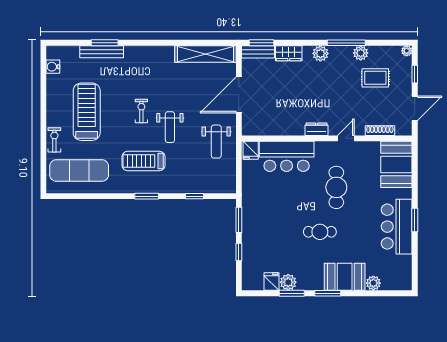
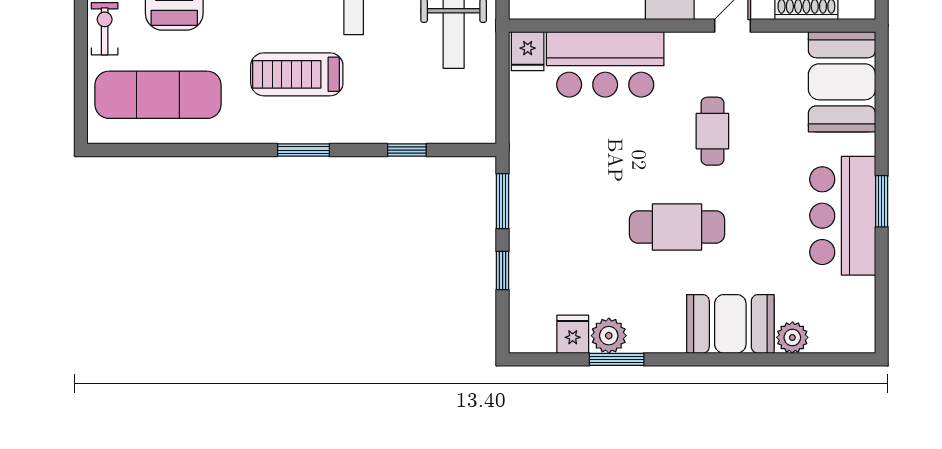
cafe table: (336, 187) -> (712, 131), width x0.73, depth x0.74
cafe table: (320, 232) -> (677, 227), width x1.37, depth x1.35
window: (328, 293) -> (694, 359), removed

